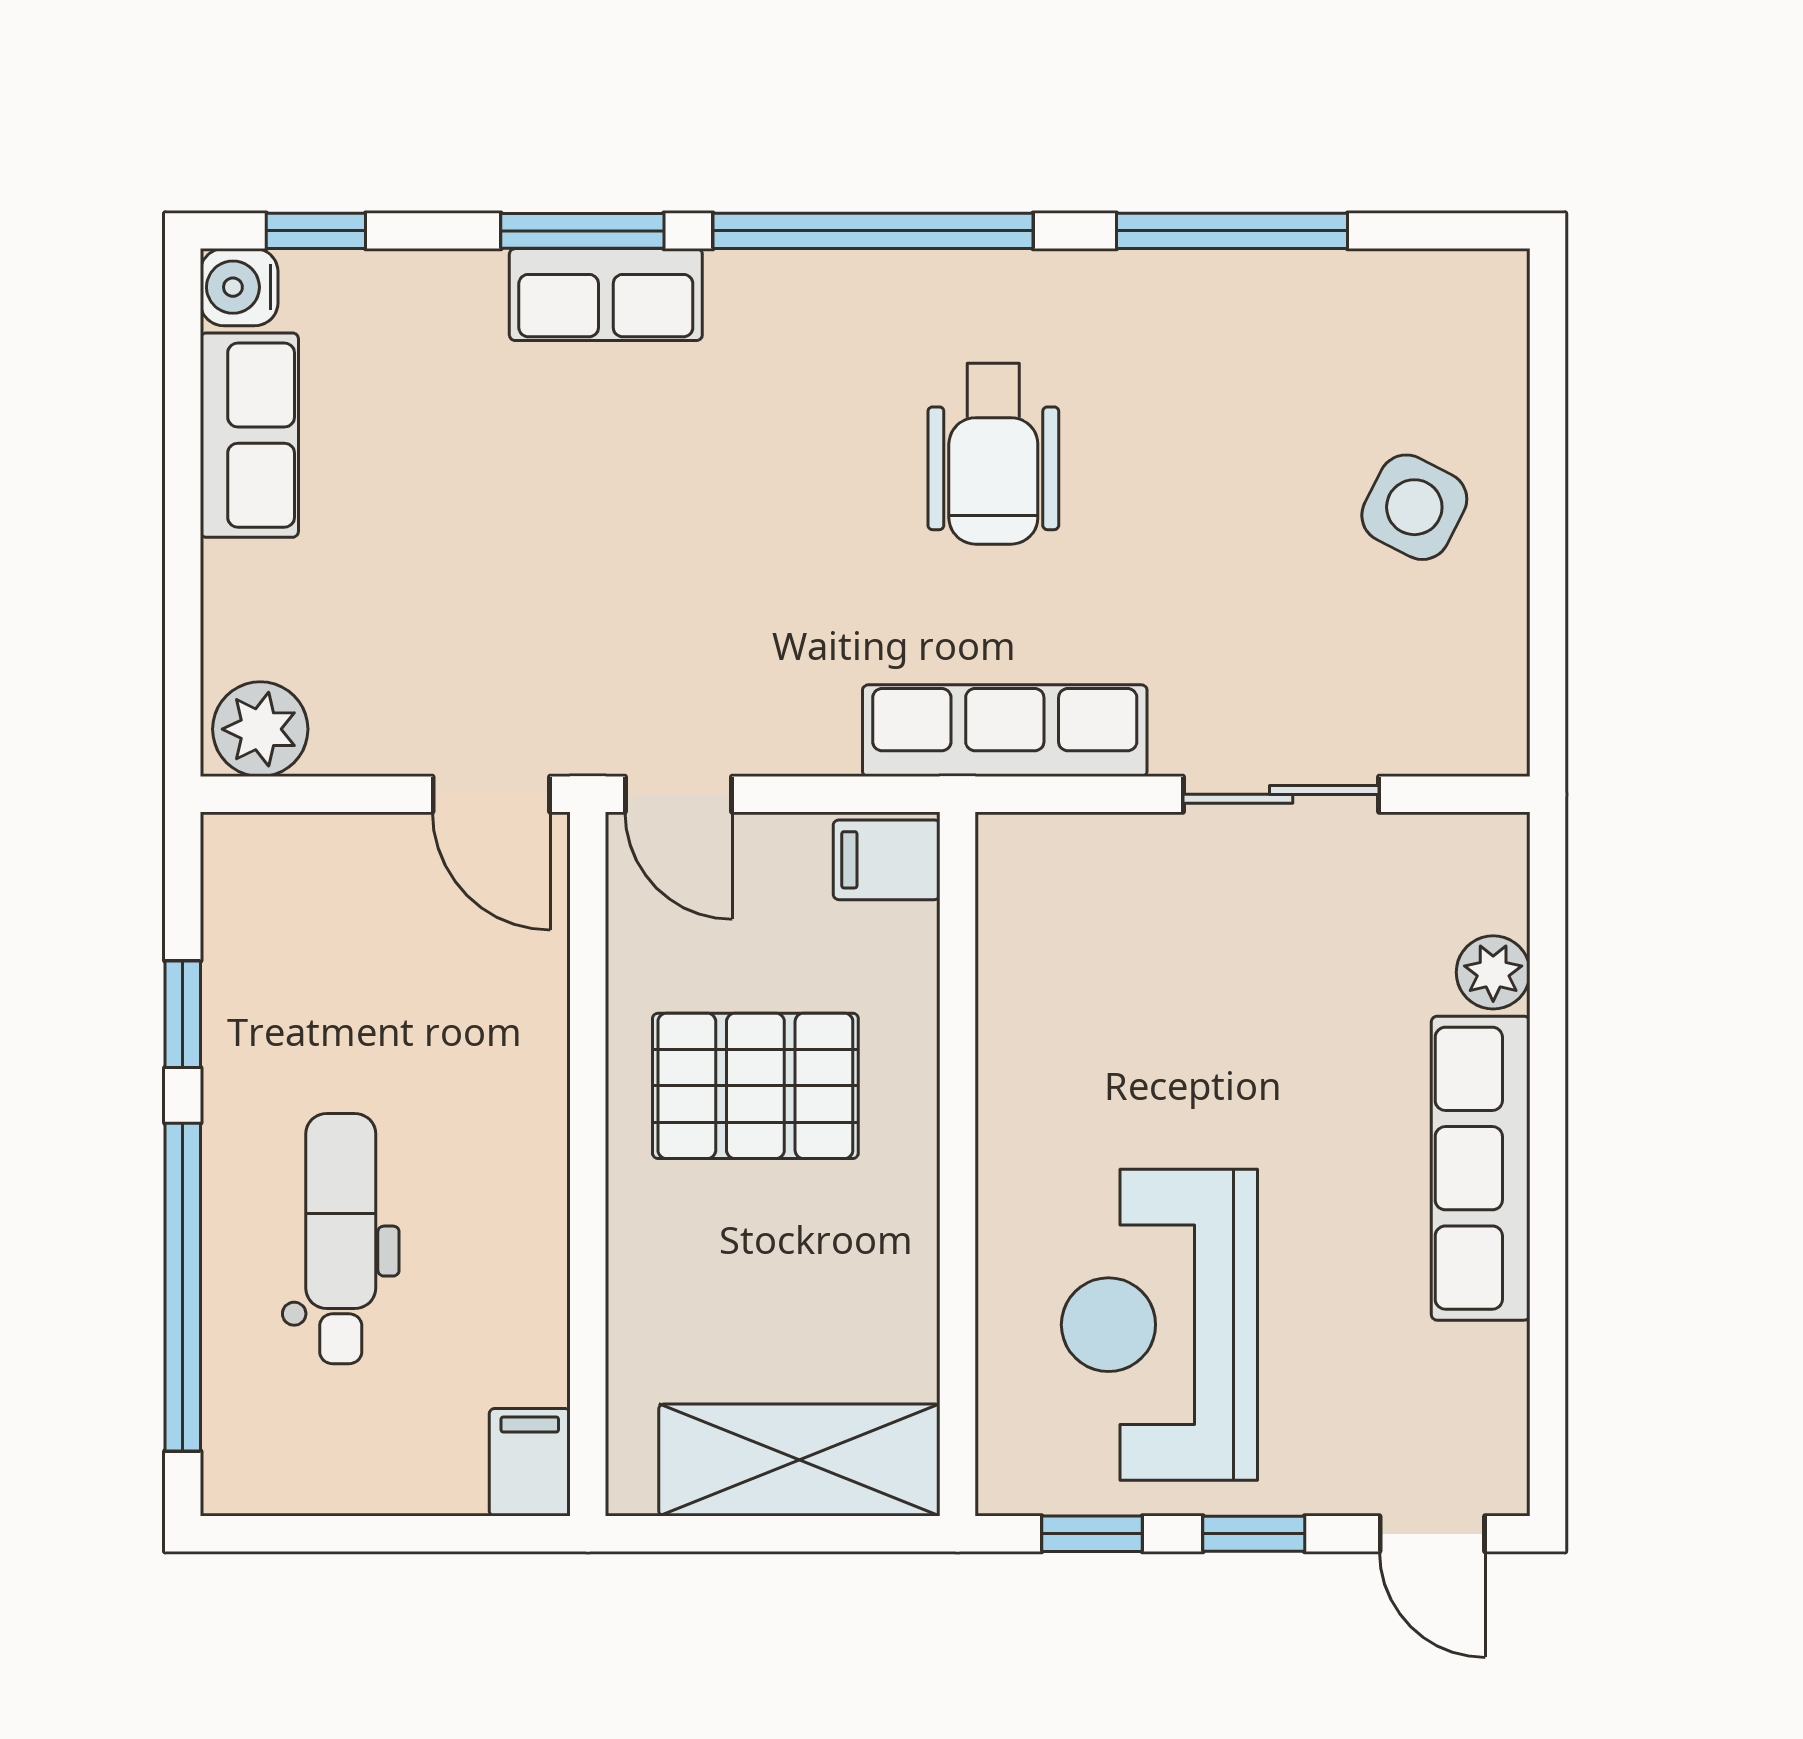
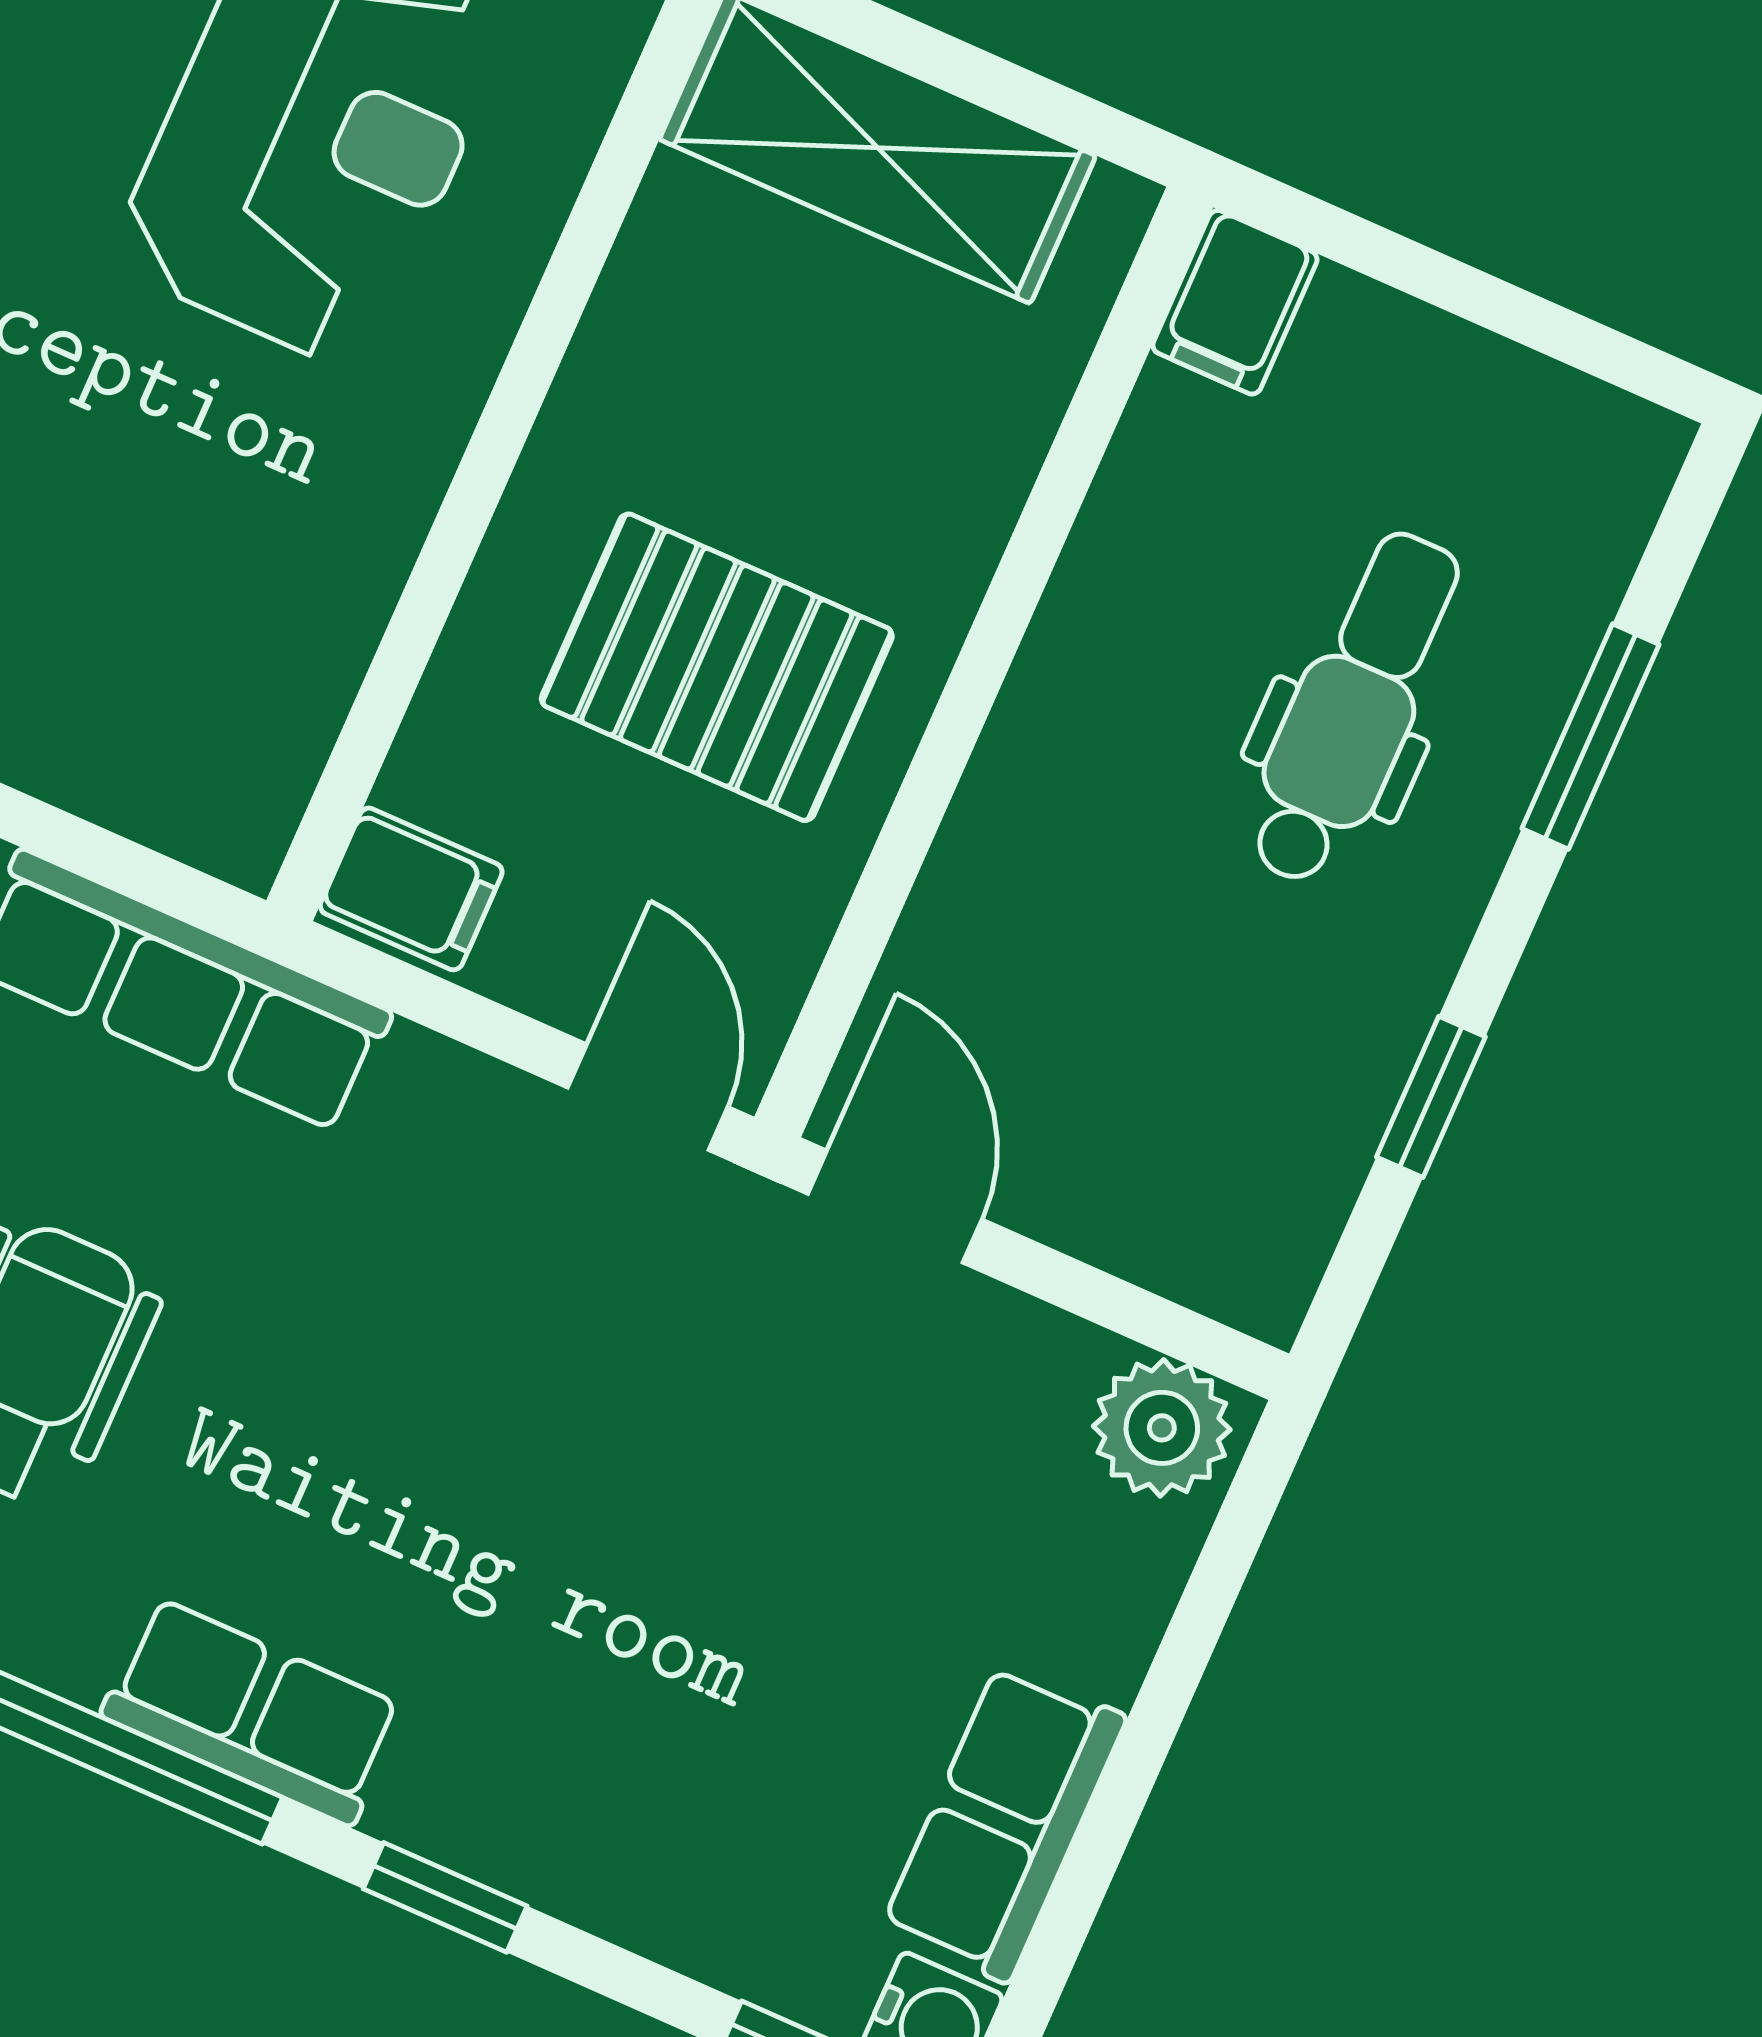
window: (582, 231) -> (445, 1897), width x0.67
row of seats: (606, 295) -> (252, 1711), moved
dental chair: (341, 1239) -> (1354, 708), turned 180
window: (183, 1287) -> (1590, 737), width x0.47

